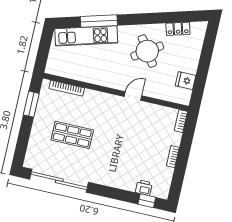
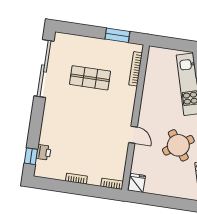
fridge: (186, 81) -> (137, 183), moved
shop shelf: (72, 135) -> (90, 78), turned 90

